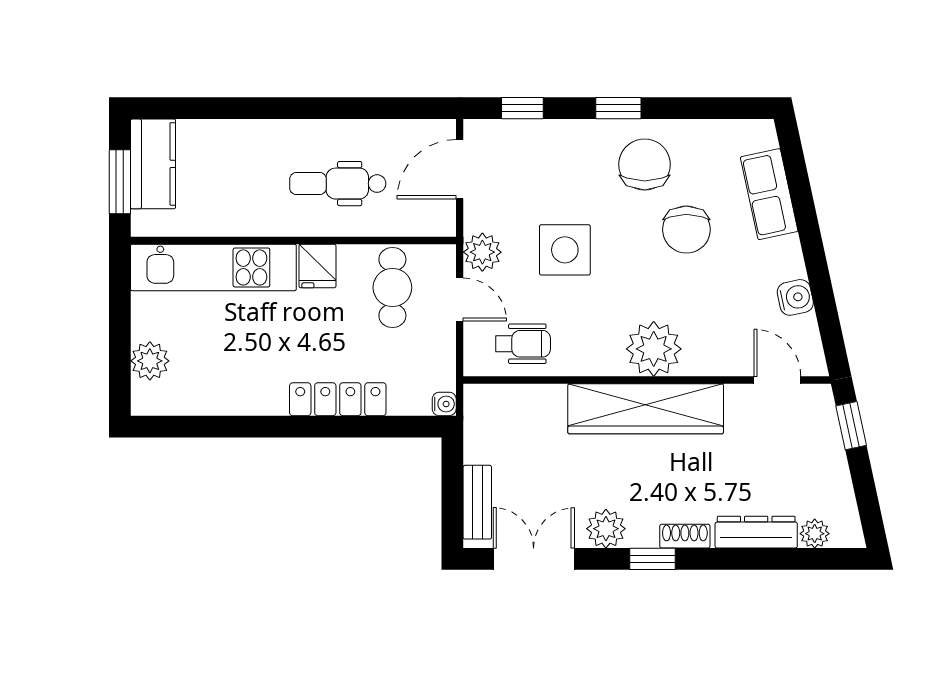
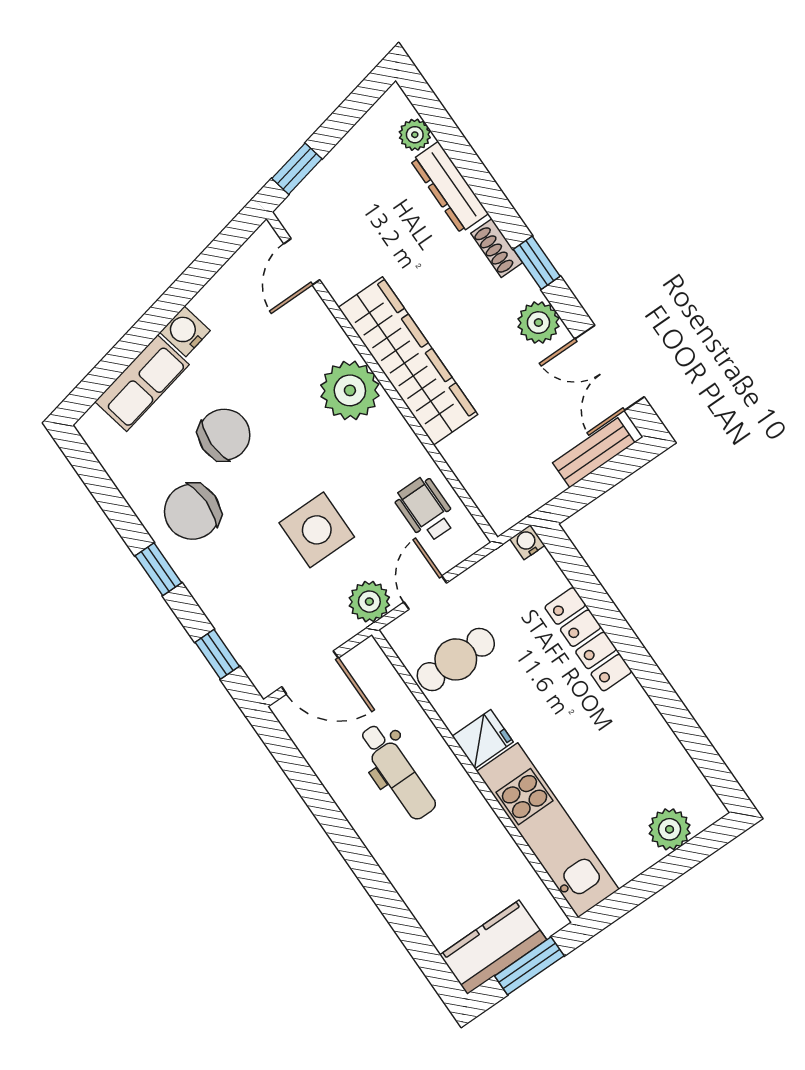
water cooler: (795, 297) -> (185, 331), moved

